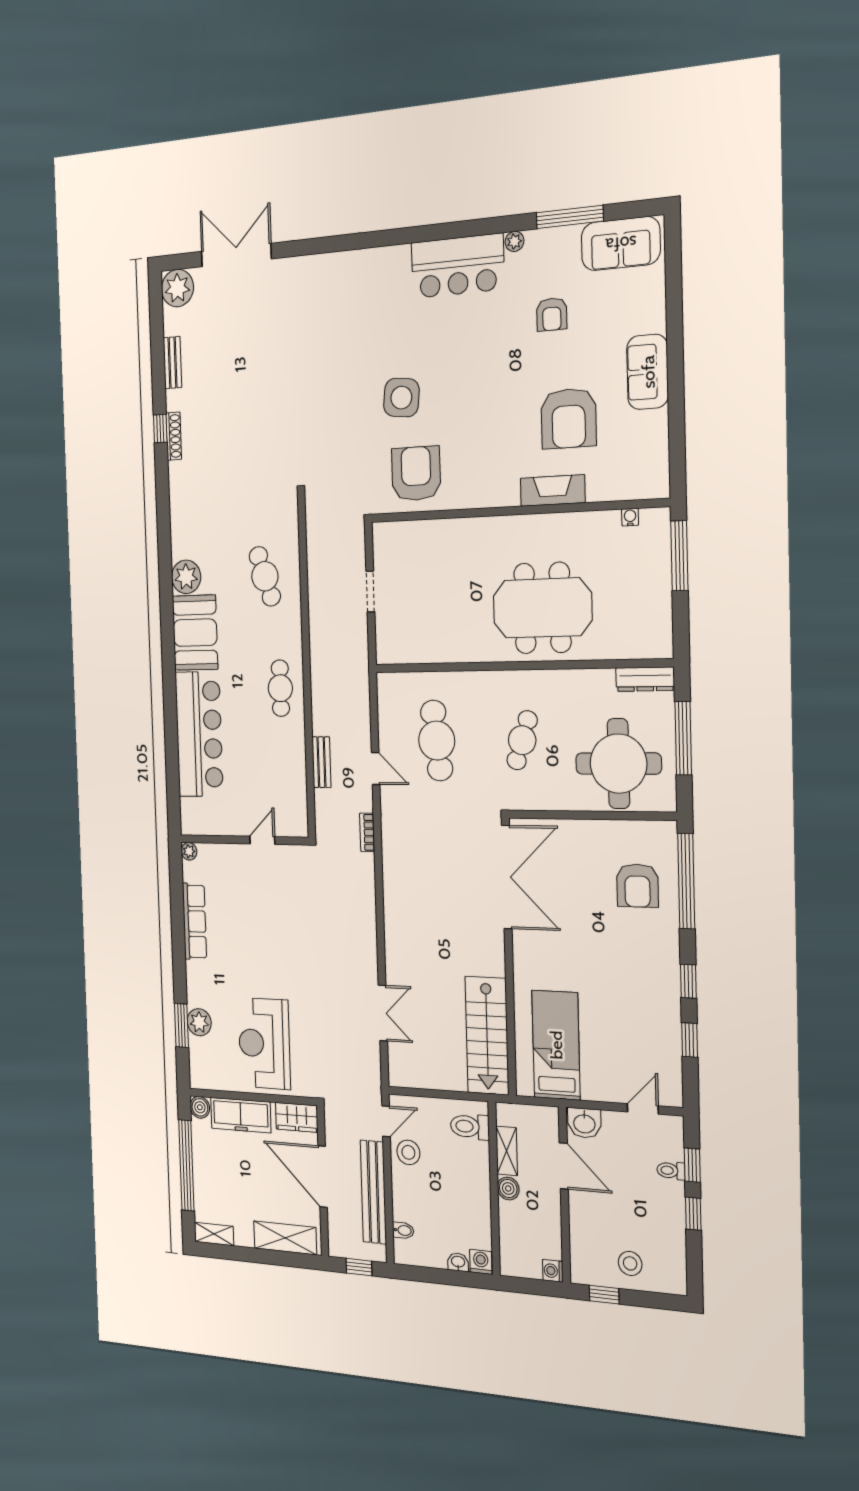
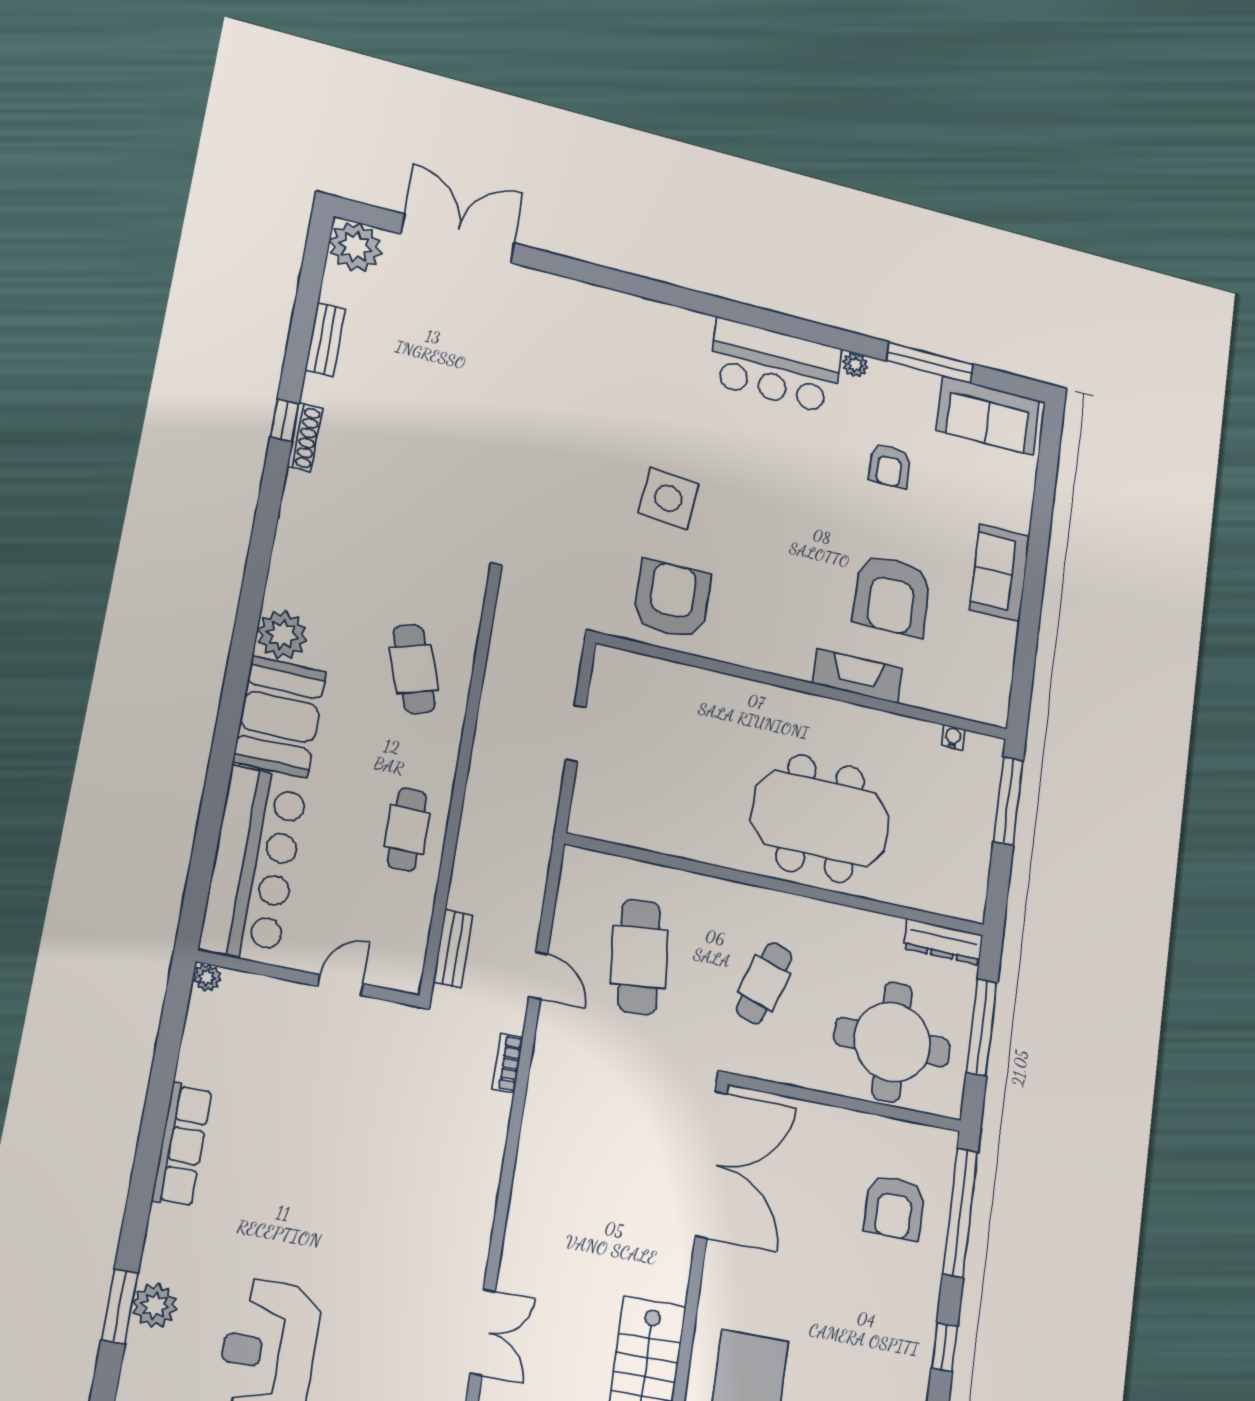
wall: (244, 840) -> (309, 979), moved
door: (262, 840) -> (340, 985), moved
plant: (189, 851) -> (207, 977), moved

